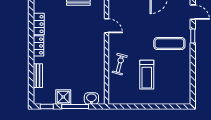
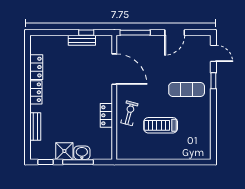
door: (107, 26) -> (114, 69), width x1.87
locker: (100, 66) -> (106, 115), added
treadmill: (147, 75) -> (161, 125), turned 90
washbasin: (91, 99) -> (82, 153), moved

